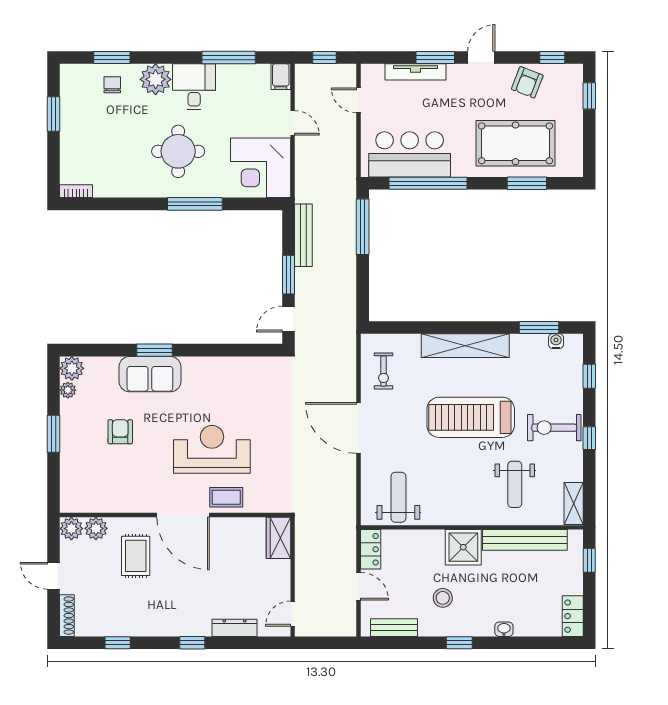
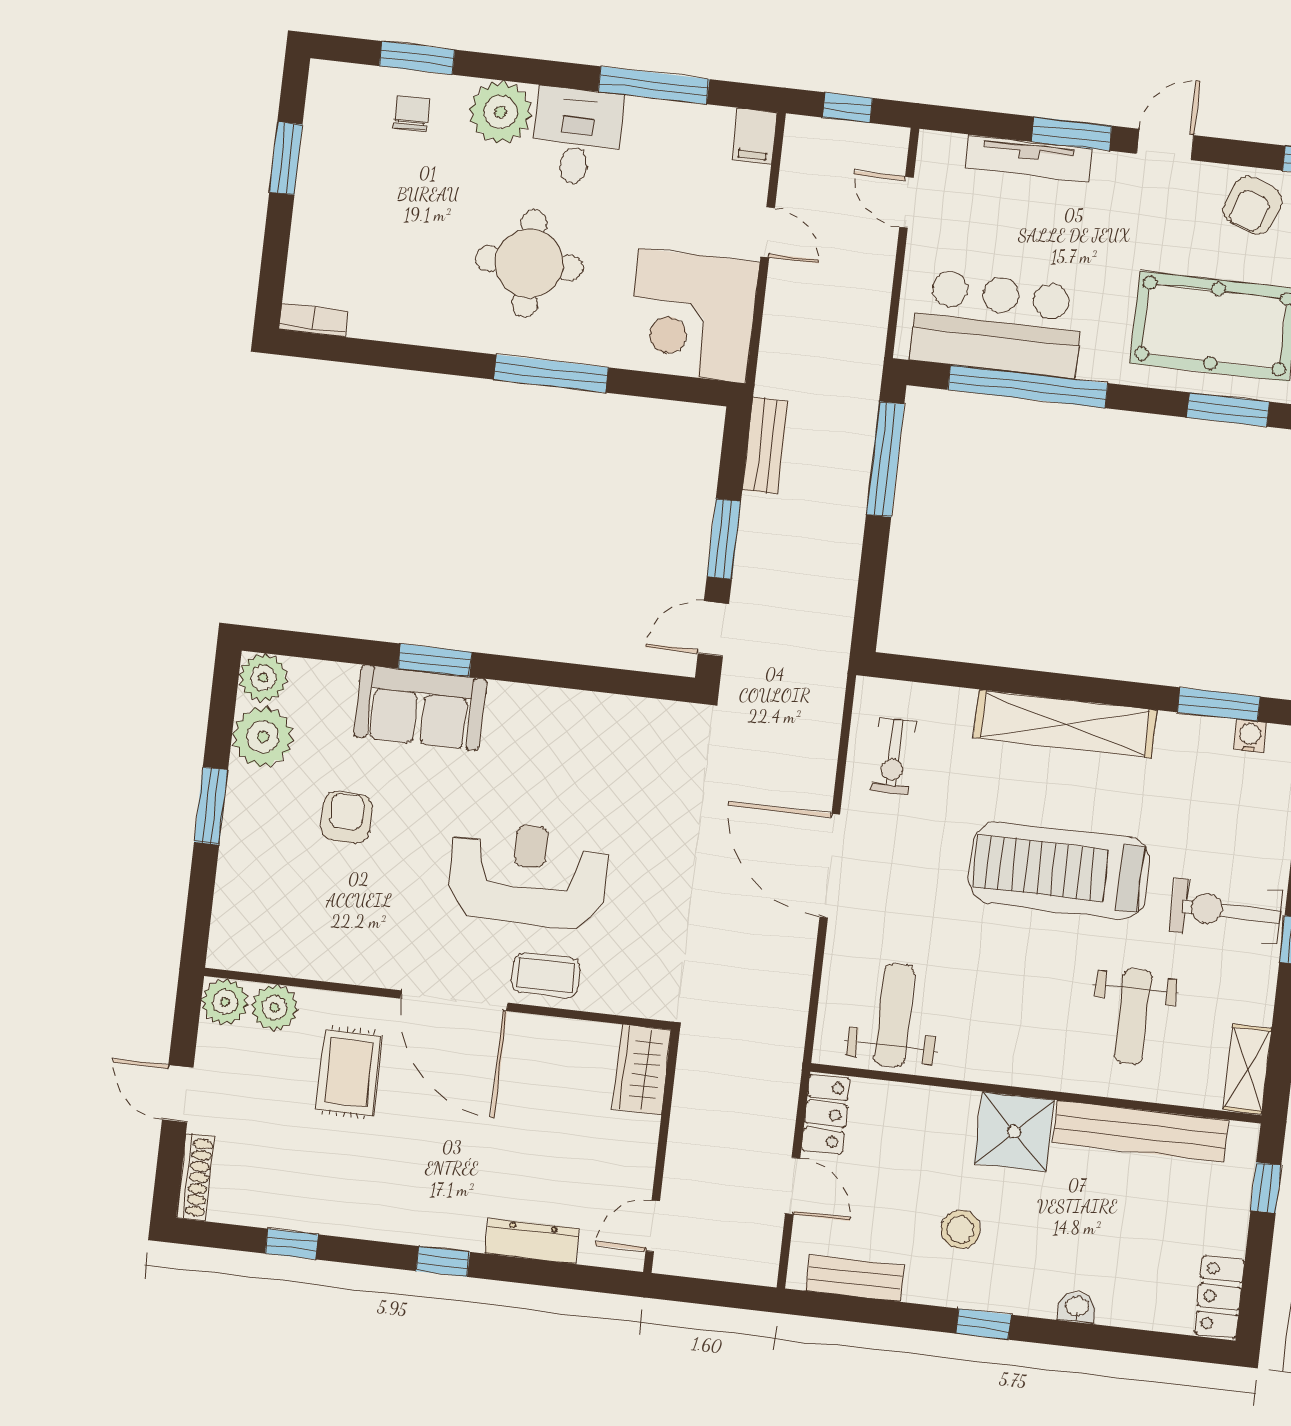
bench: (303, 235) -> (765, 446), width x0.73
plant: (68, 390) -> (263, 737), width x1.87, depth x1.87

